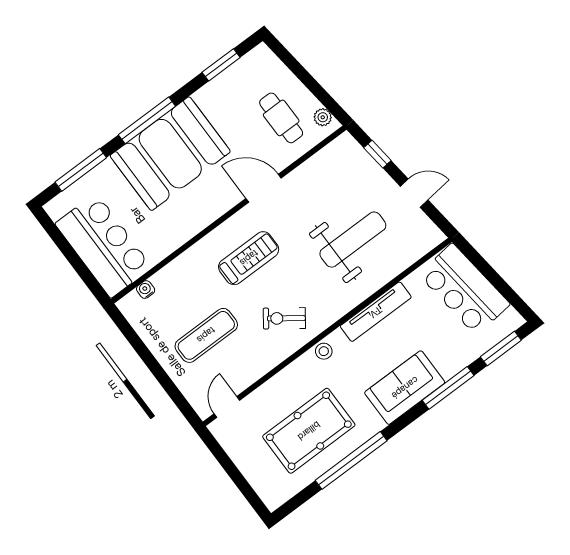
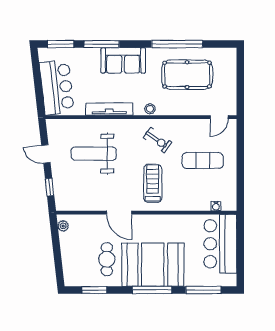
cafe table: (281, 118) -> (107, 259), moved
treadmill: (249, 258) -> (153, 183), turned 90

